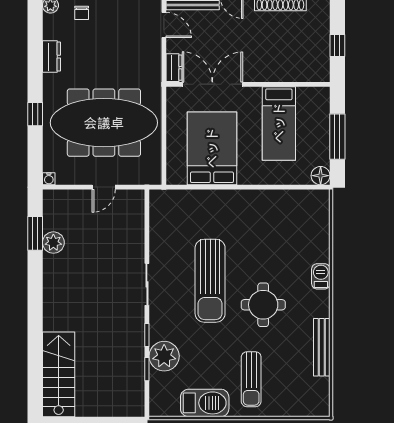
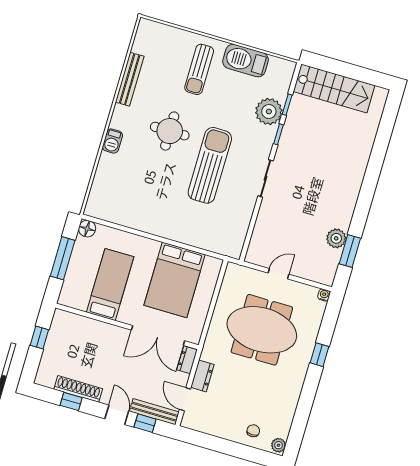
dresser: (51, 57) -> (202, 376), moved, turned 180
meeting table: (104, 123) -> (262, 330), width x0.73
stairs: (59, 374) -> (334, 88), moved, turned -90
sun lounger: (251, 379) -> (199, 69), turned 180

